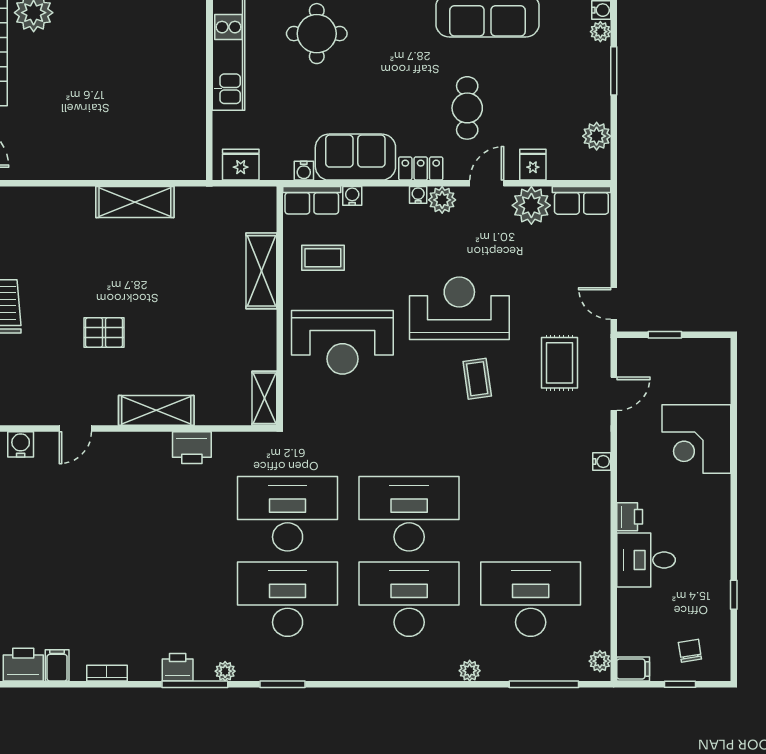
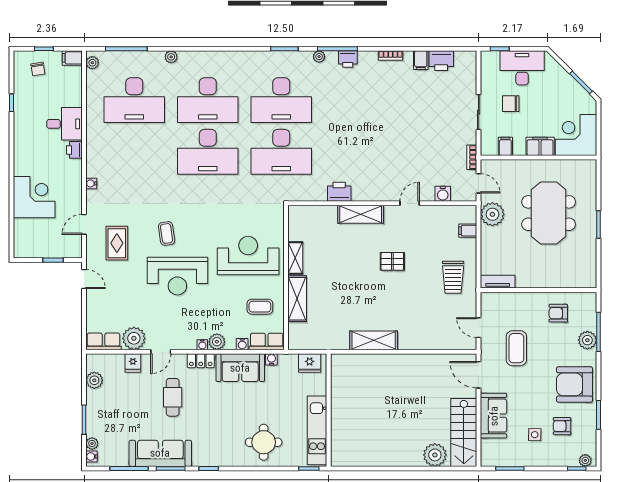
plant: (442, 200) -> (217, 342), moved
shelving: (264, 398) -> (295, 258), moved

